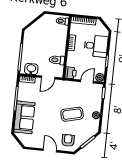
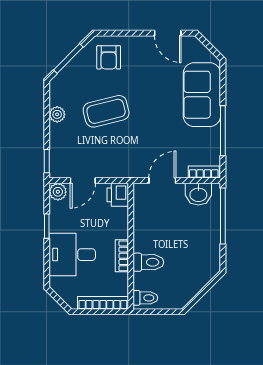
toilet: (57, 60) -> (148, 262), moved
door: (50, 150) -> (168, 33), moved

